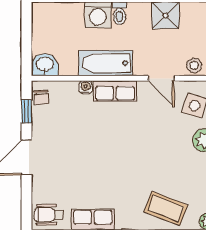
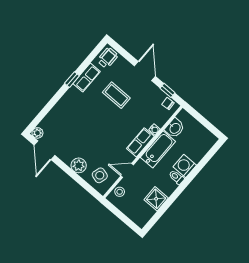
washbasin: (45, 65) -> (175, 128), moved
coffee table: (166, 208) -> (116, 95), moved, turned 69

